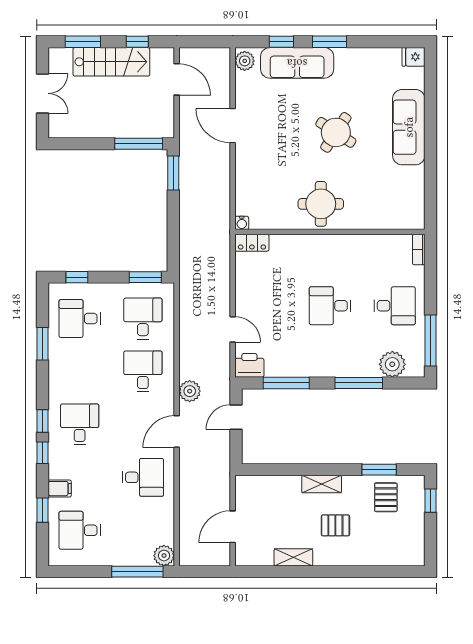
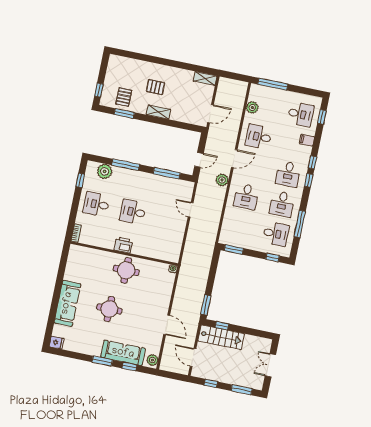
stairs: (111, 62) -> (221, 337), moved, turned 180
round table: (336, 132) -> (109, 309), turned -33
window: (139, 144) -> (222, 326), width x0.46
locker: (252, 243) -> (170, 256), removed
desk: (330, 306) -> (133, 212), turned 180
desk: (143, 319) -> (282, 204), moved
window: (430, 341) -> (80, 180), width x0.46
window: (43, 344) -> (300, 224), width x1.44
printer: (249, 365) -> (123, 245), moved, turned 180
window: (43, 510) -> (322, 117), moved
door: (233, 527) -> (210, 114), moved
plant: (164, 556) -> (252, 107), moved
shelving: (293, 557) -> (205, 78), moved

